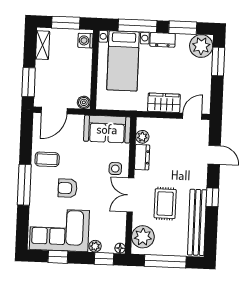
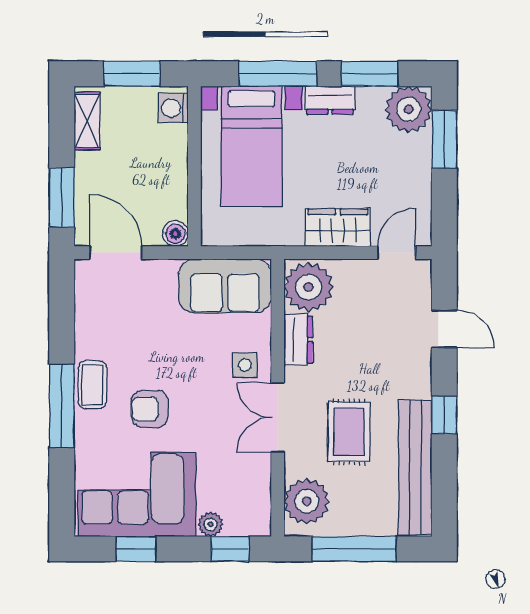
door: (54, 111) -> (116, 253), swing flipped
plant: (142, 137) -> (309, 287), width x1.87, depth x1.87
coffee table: (47, 159) -> (92, 385), moved, turned 90
floor lamp: (120, 248) -> (261, 526), removed

